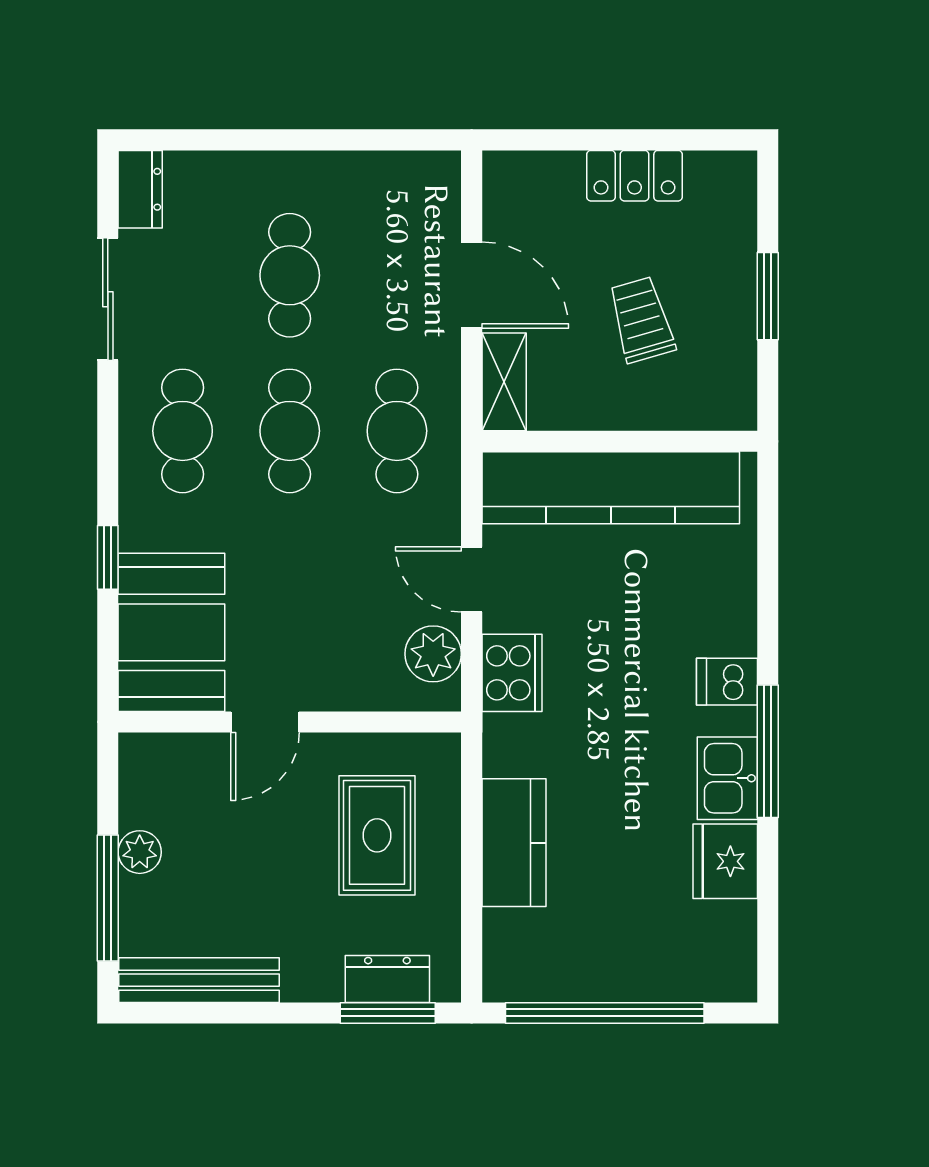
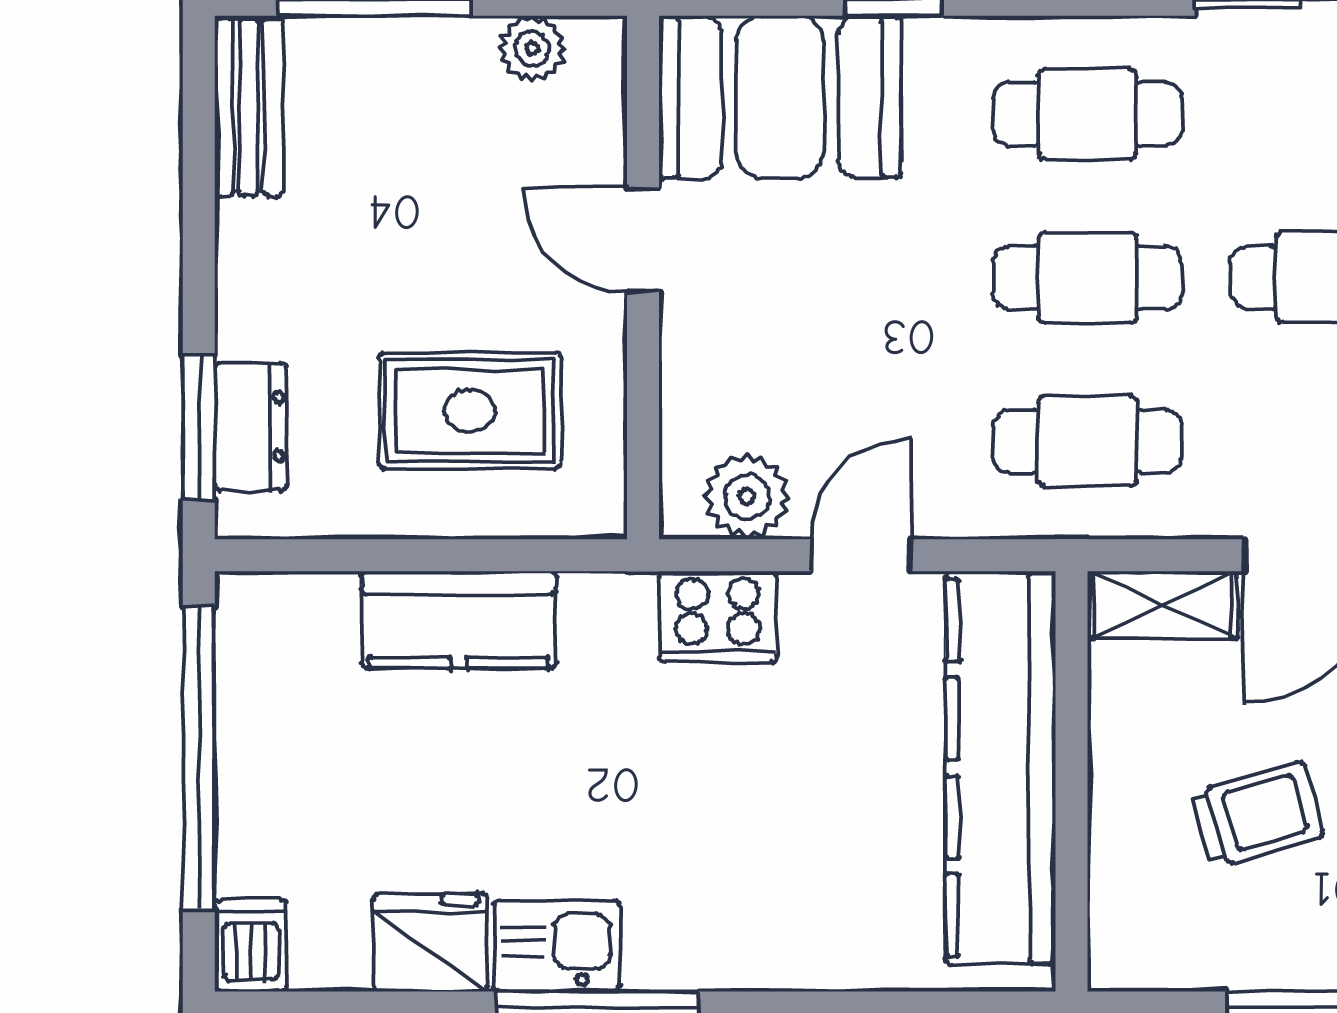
dishwasher: (727, 682) -> (251, 945), moved
plant: (140, 852) -> (532, 48), moved
bench: (199, 980) -> (249, 106), width x0.73

